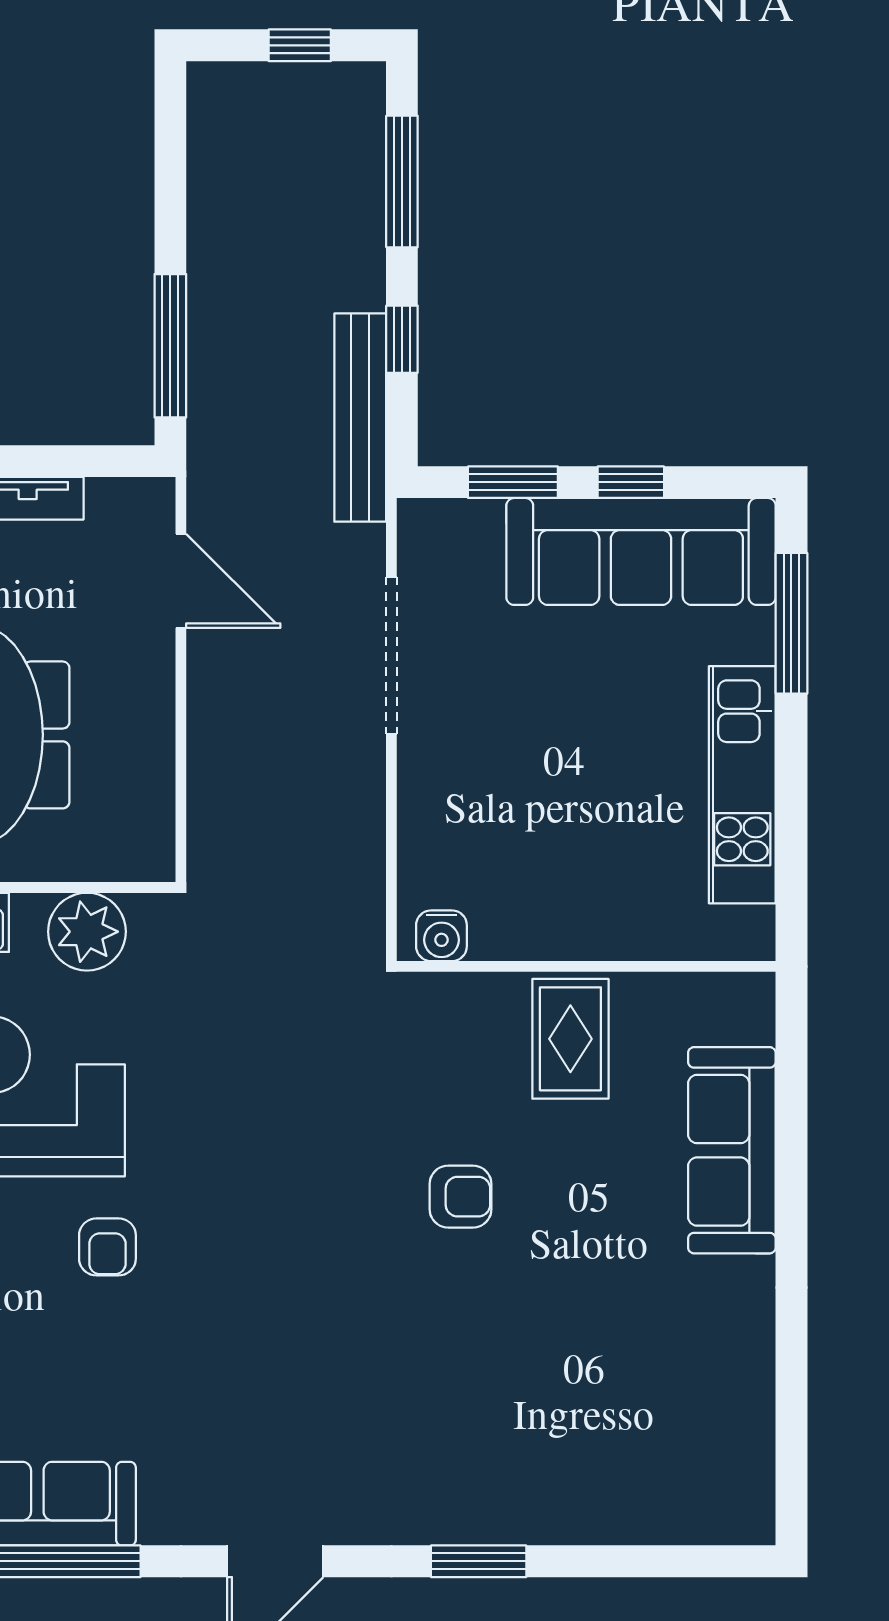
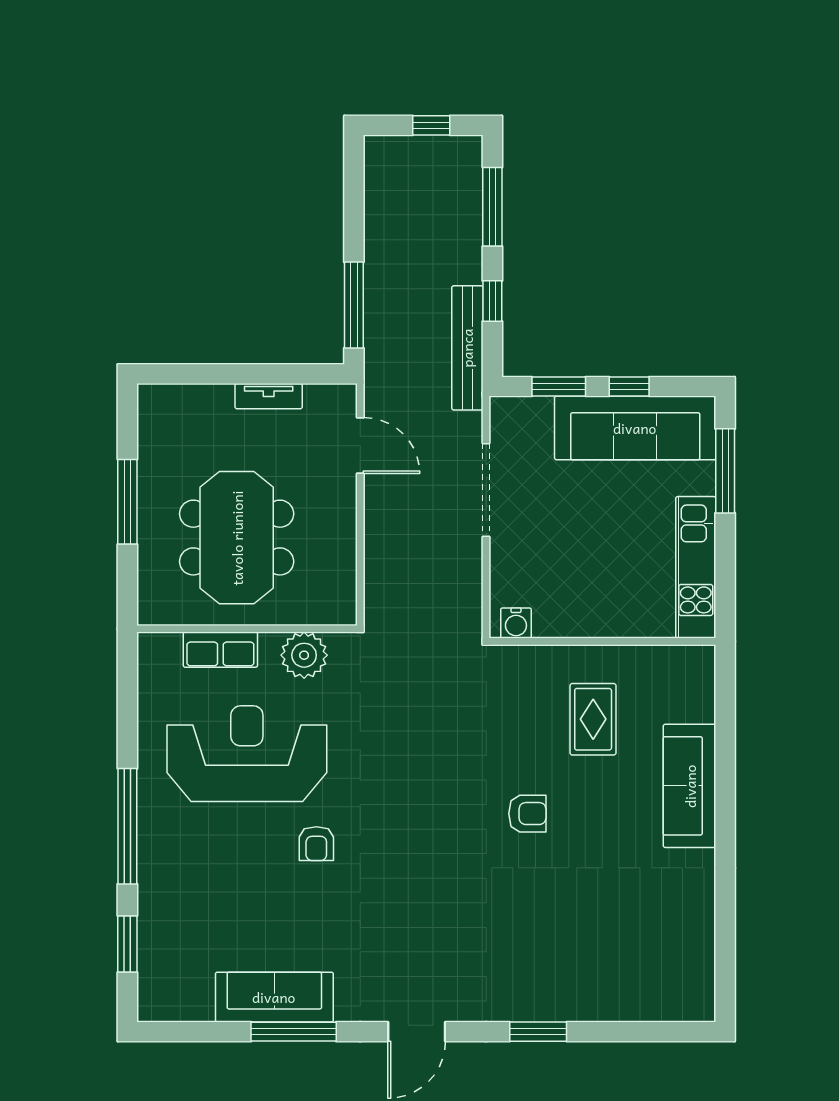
water cooler: (441, 936) -> (516, 623), moved
wall: (586, 966) -> (602, 641), moved

